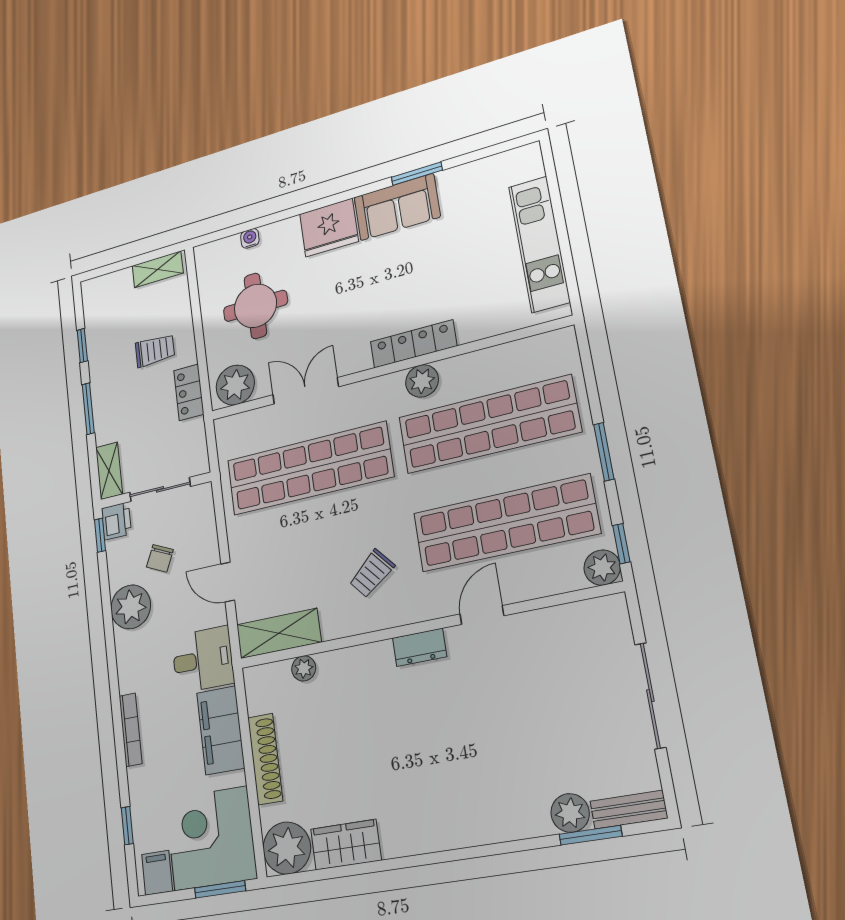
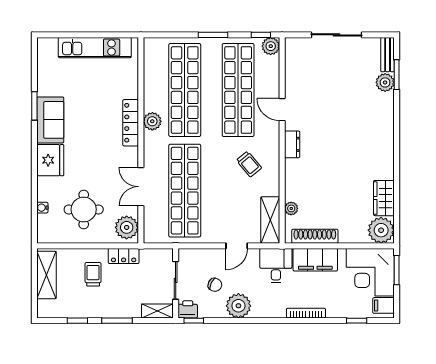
shelving: (158, 269) -> (46, 275), width x1.50, depth x1.33
shoe rack: (265, 759) -> (315, 236), moved

